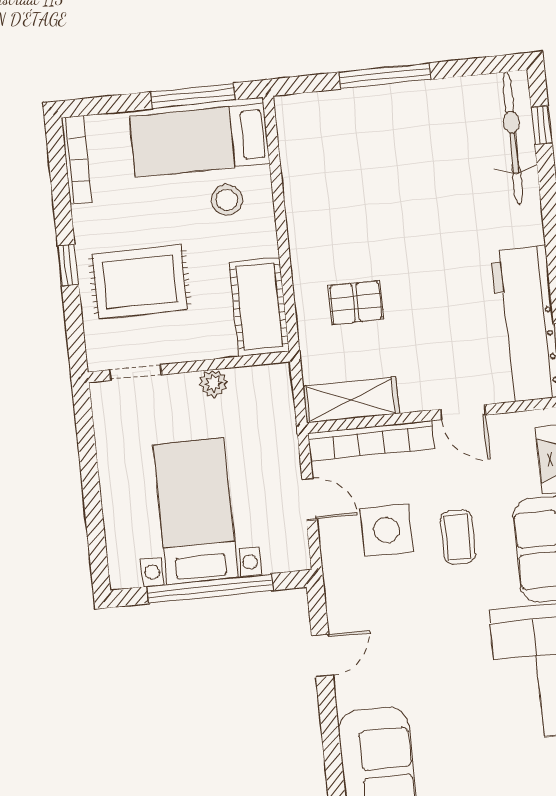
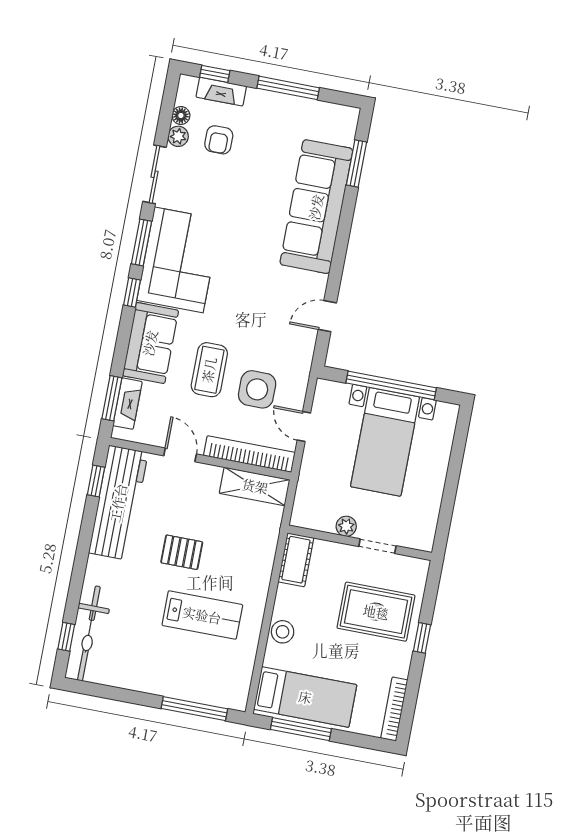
window: (385, 76) -> (194, 709), moved
stool: (227, 200) -> (283, 632), moved
lab bench: (369, 208) -> (202, 615), added
pallet: (356, 303) -> (182, 552), moved
cot: (259, 307) -> (296, 560), width x0.73, depth x0.75
doorway: (135, 372) -> (377, 546), moved
coffee table: (458, 537) -> (209, 370), width x1.36, depth x1.30

